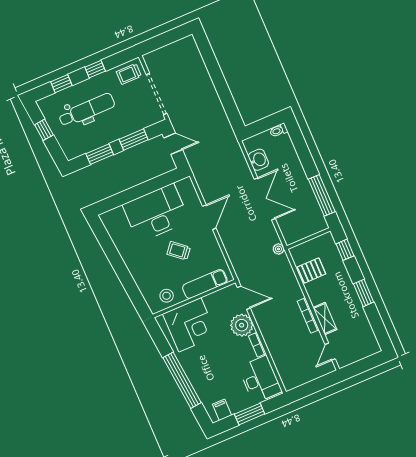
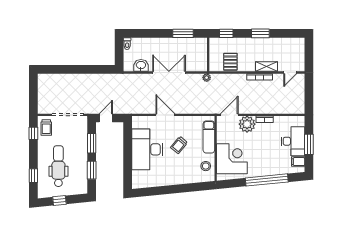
window: (95, 69) -> (33, 133), moved
window: (322, 195) -> (183, 33), width x0.69
door: (330, 352) -> (290, 72), hinge flipped
desk: (260, 379) -> (293, 141), moved, turned 90

